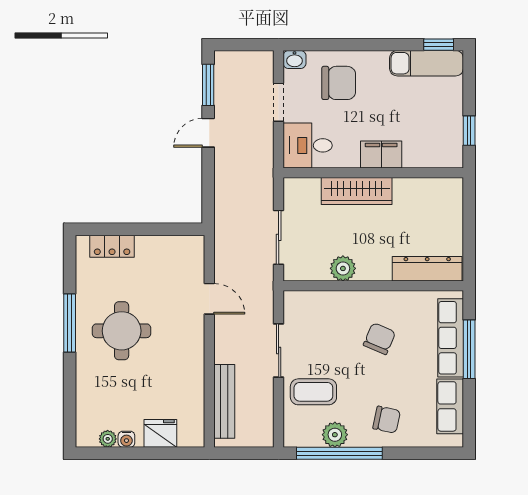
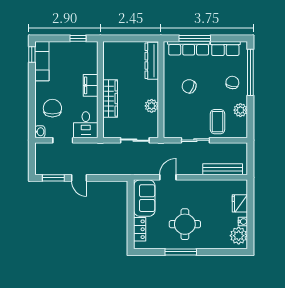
sofa: (170, 255) -> (144, 198), added
plant: (108, 439) -> (239, 236), width x1.87, depth x1.87
window: (339, 453) -> (250, 72), moved

